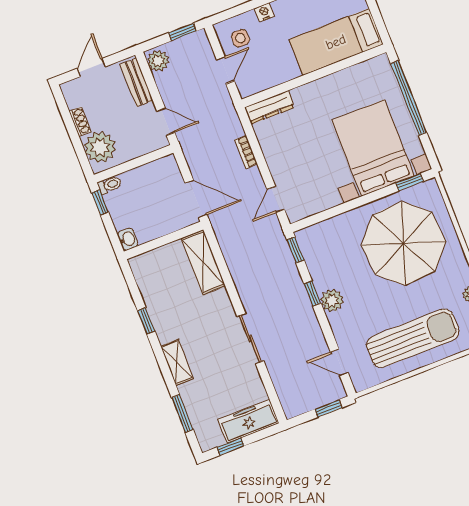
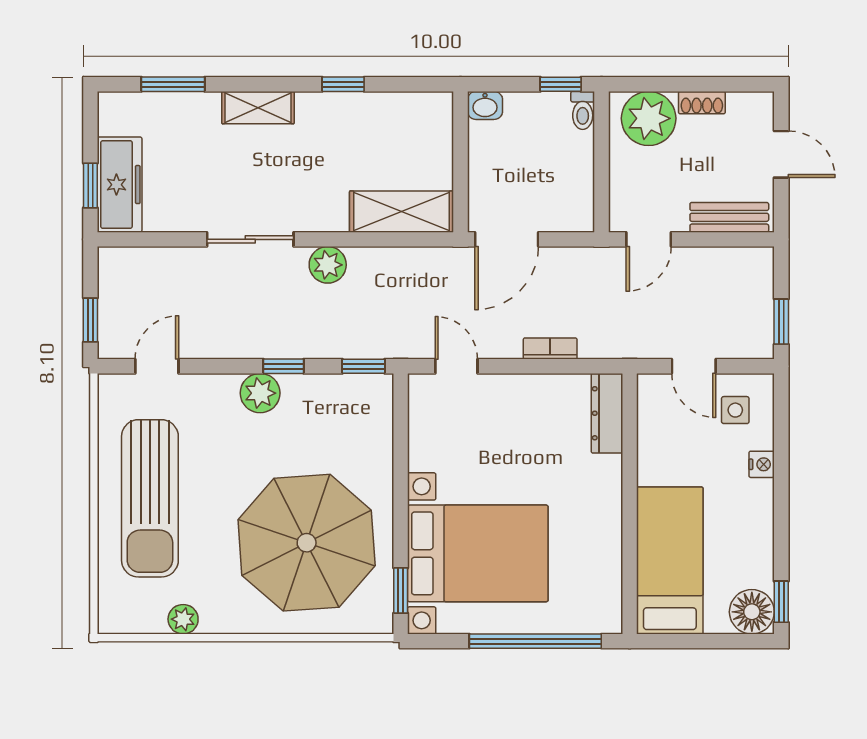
plant: (158, 61) -> (328, 265), moved
window: (230, 447) -> (90, 186), moved

